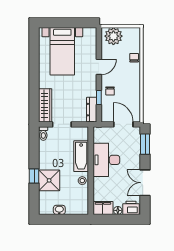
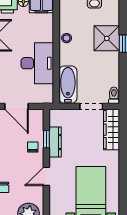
dresser: (92, 110) -> (55, 142), moved
bathtub: (81, 156) -> (68, 85), moved

